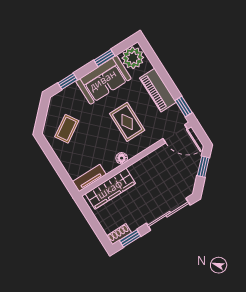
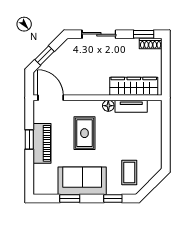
plant: (133, 58) -> (46, 184), removed
window: (184, 106) -> (29, 139), moved
coffee table: (67, 129) -> (129, 172), moved, turned -58
tv unit: (89, 178) -> (131, 106), moved
sliding door: (168, 214) -> (99, 34), width x0.73

